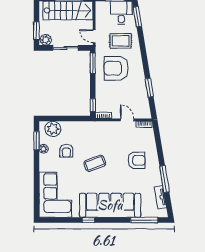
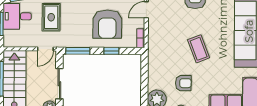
armchair: (116, 68) -> (107, 24), moved
window: (93, 105) -> (111, 51), moved

